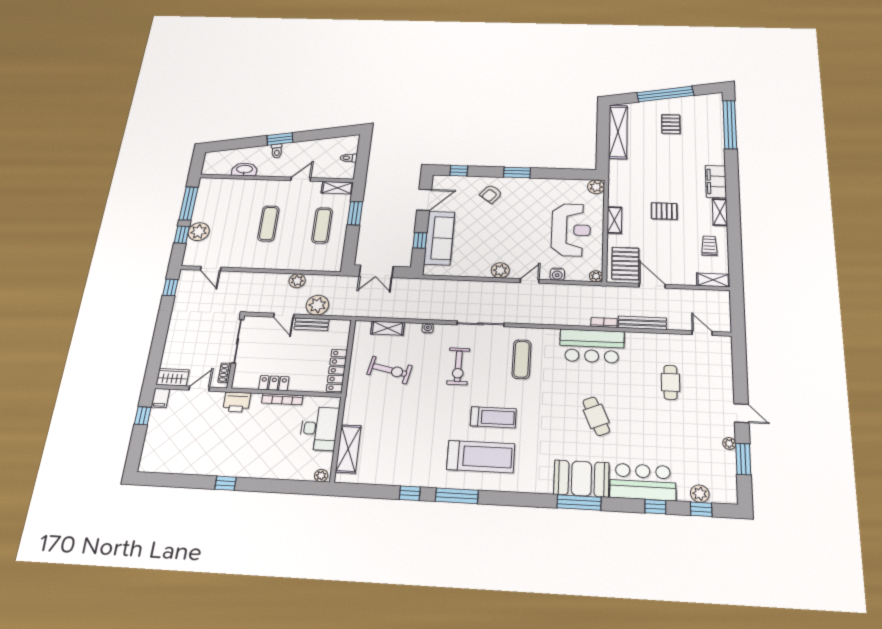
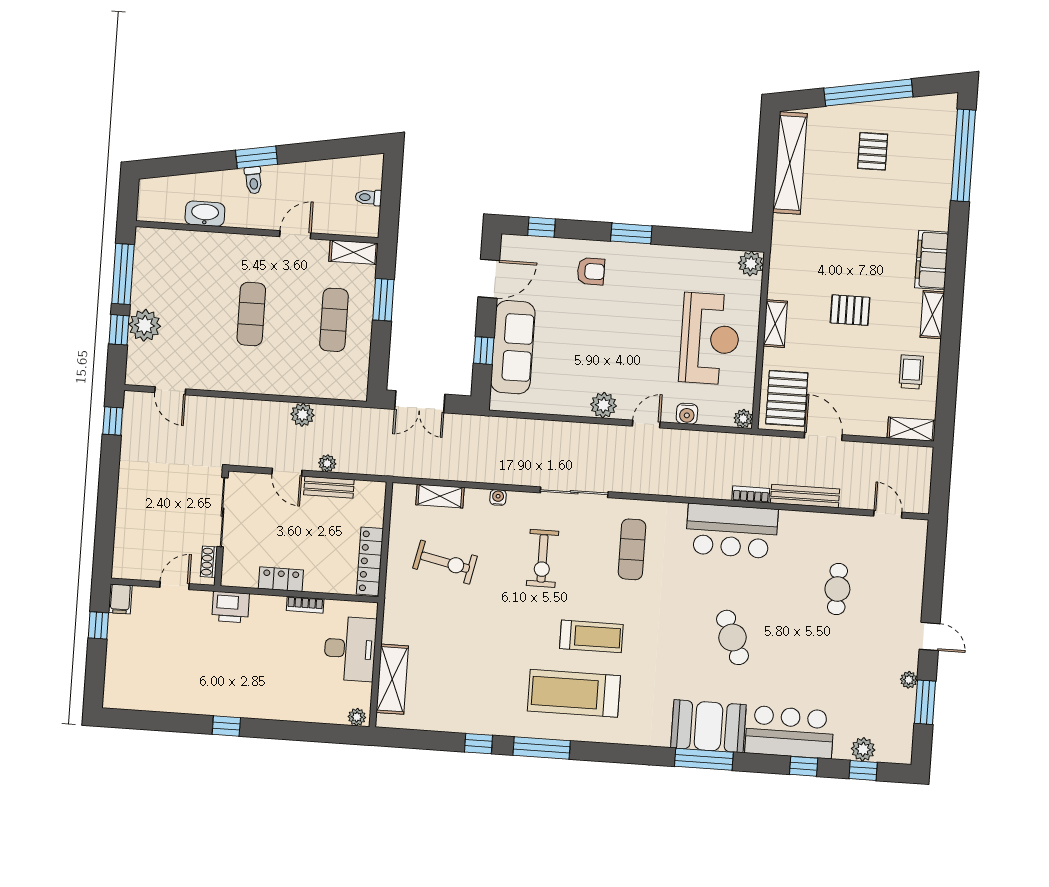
armchair: (491, 194) -> (591, 271), turned -128
plant: (317, 305) -> (327, 463), width x0.53, depth x0.53
wardrobe: (172, 377) -> (134, 567), removed
bookcase: (282, 399) -> (305, 605), width x0.64
treadmill: (481, 457) -> (574, 693), turned 180

